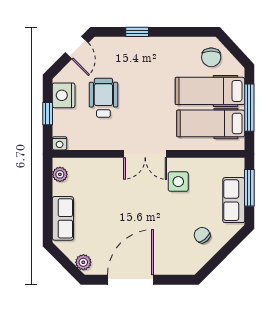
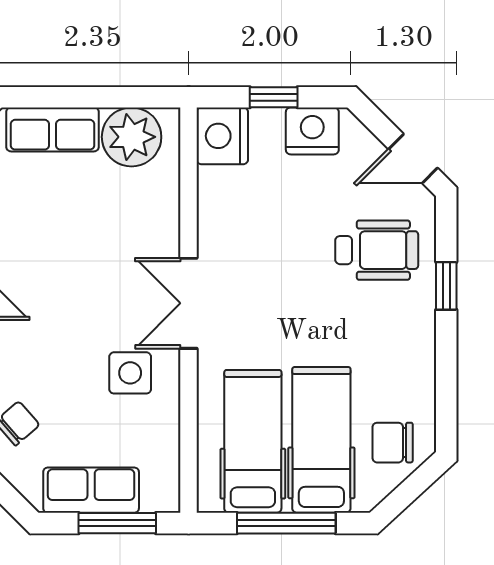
wheelchair: (103, 98) -> (377, 250), moved
nightstand: (60, 143) -> (222, 136), width x1.89, depth x1.79
plant: (60, 174) -> (132, 137), width x1.88, depth x1.88

